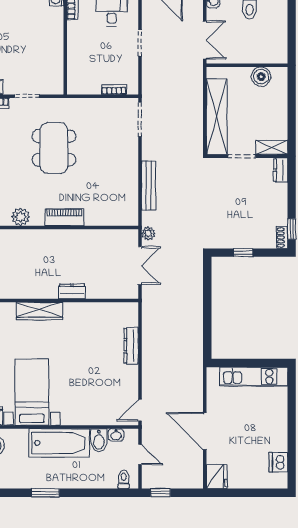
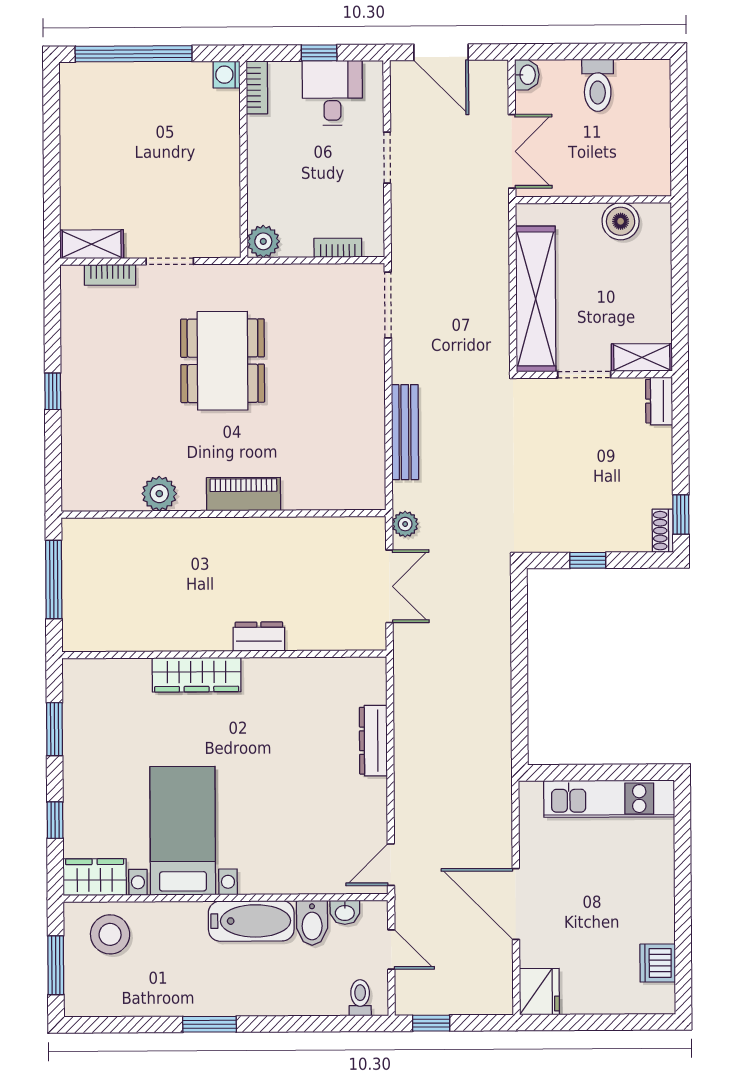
plant: (75, 86) -> (263, 241), added
bathtub: (59, 443) -> (251, 921), width x0.73, depth x0.73

